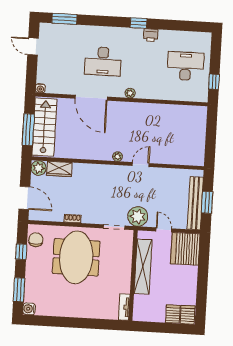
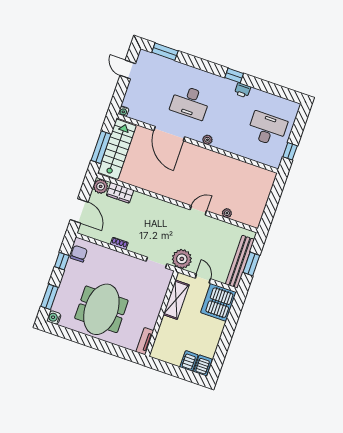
plant: (117, 157) -> (227, 213), moved
meeting table: (76, 257) -> (101, 309), moved
shelving: (143, 267) -> (176, 300), width x0.68

